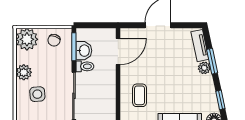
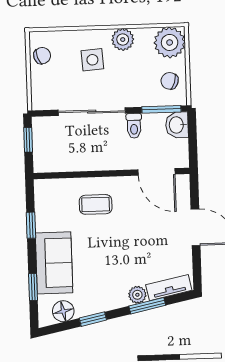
washbasin: (84, 51) -> (177, 125), moved, turned 90

